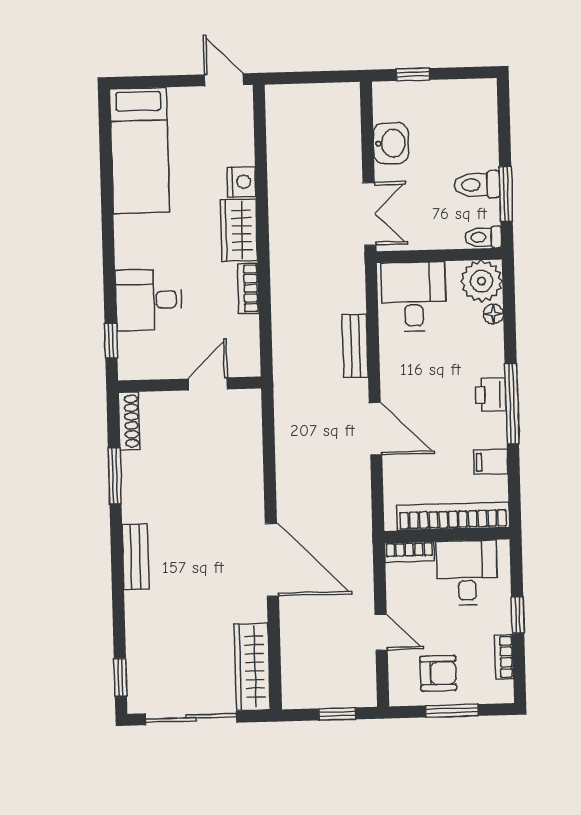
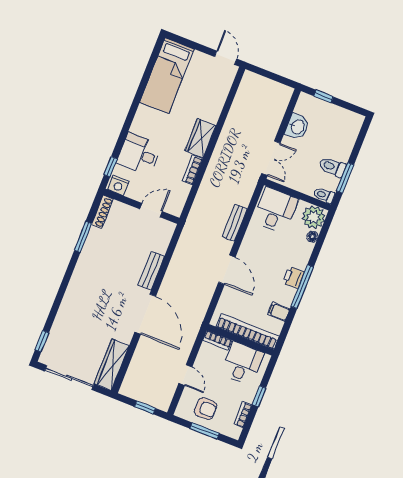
nightstand: (241, 182) -> (118, 185), moved, turned 90
bench: (135, 557) -> (151, 271), moved

